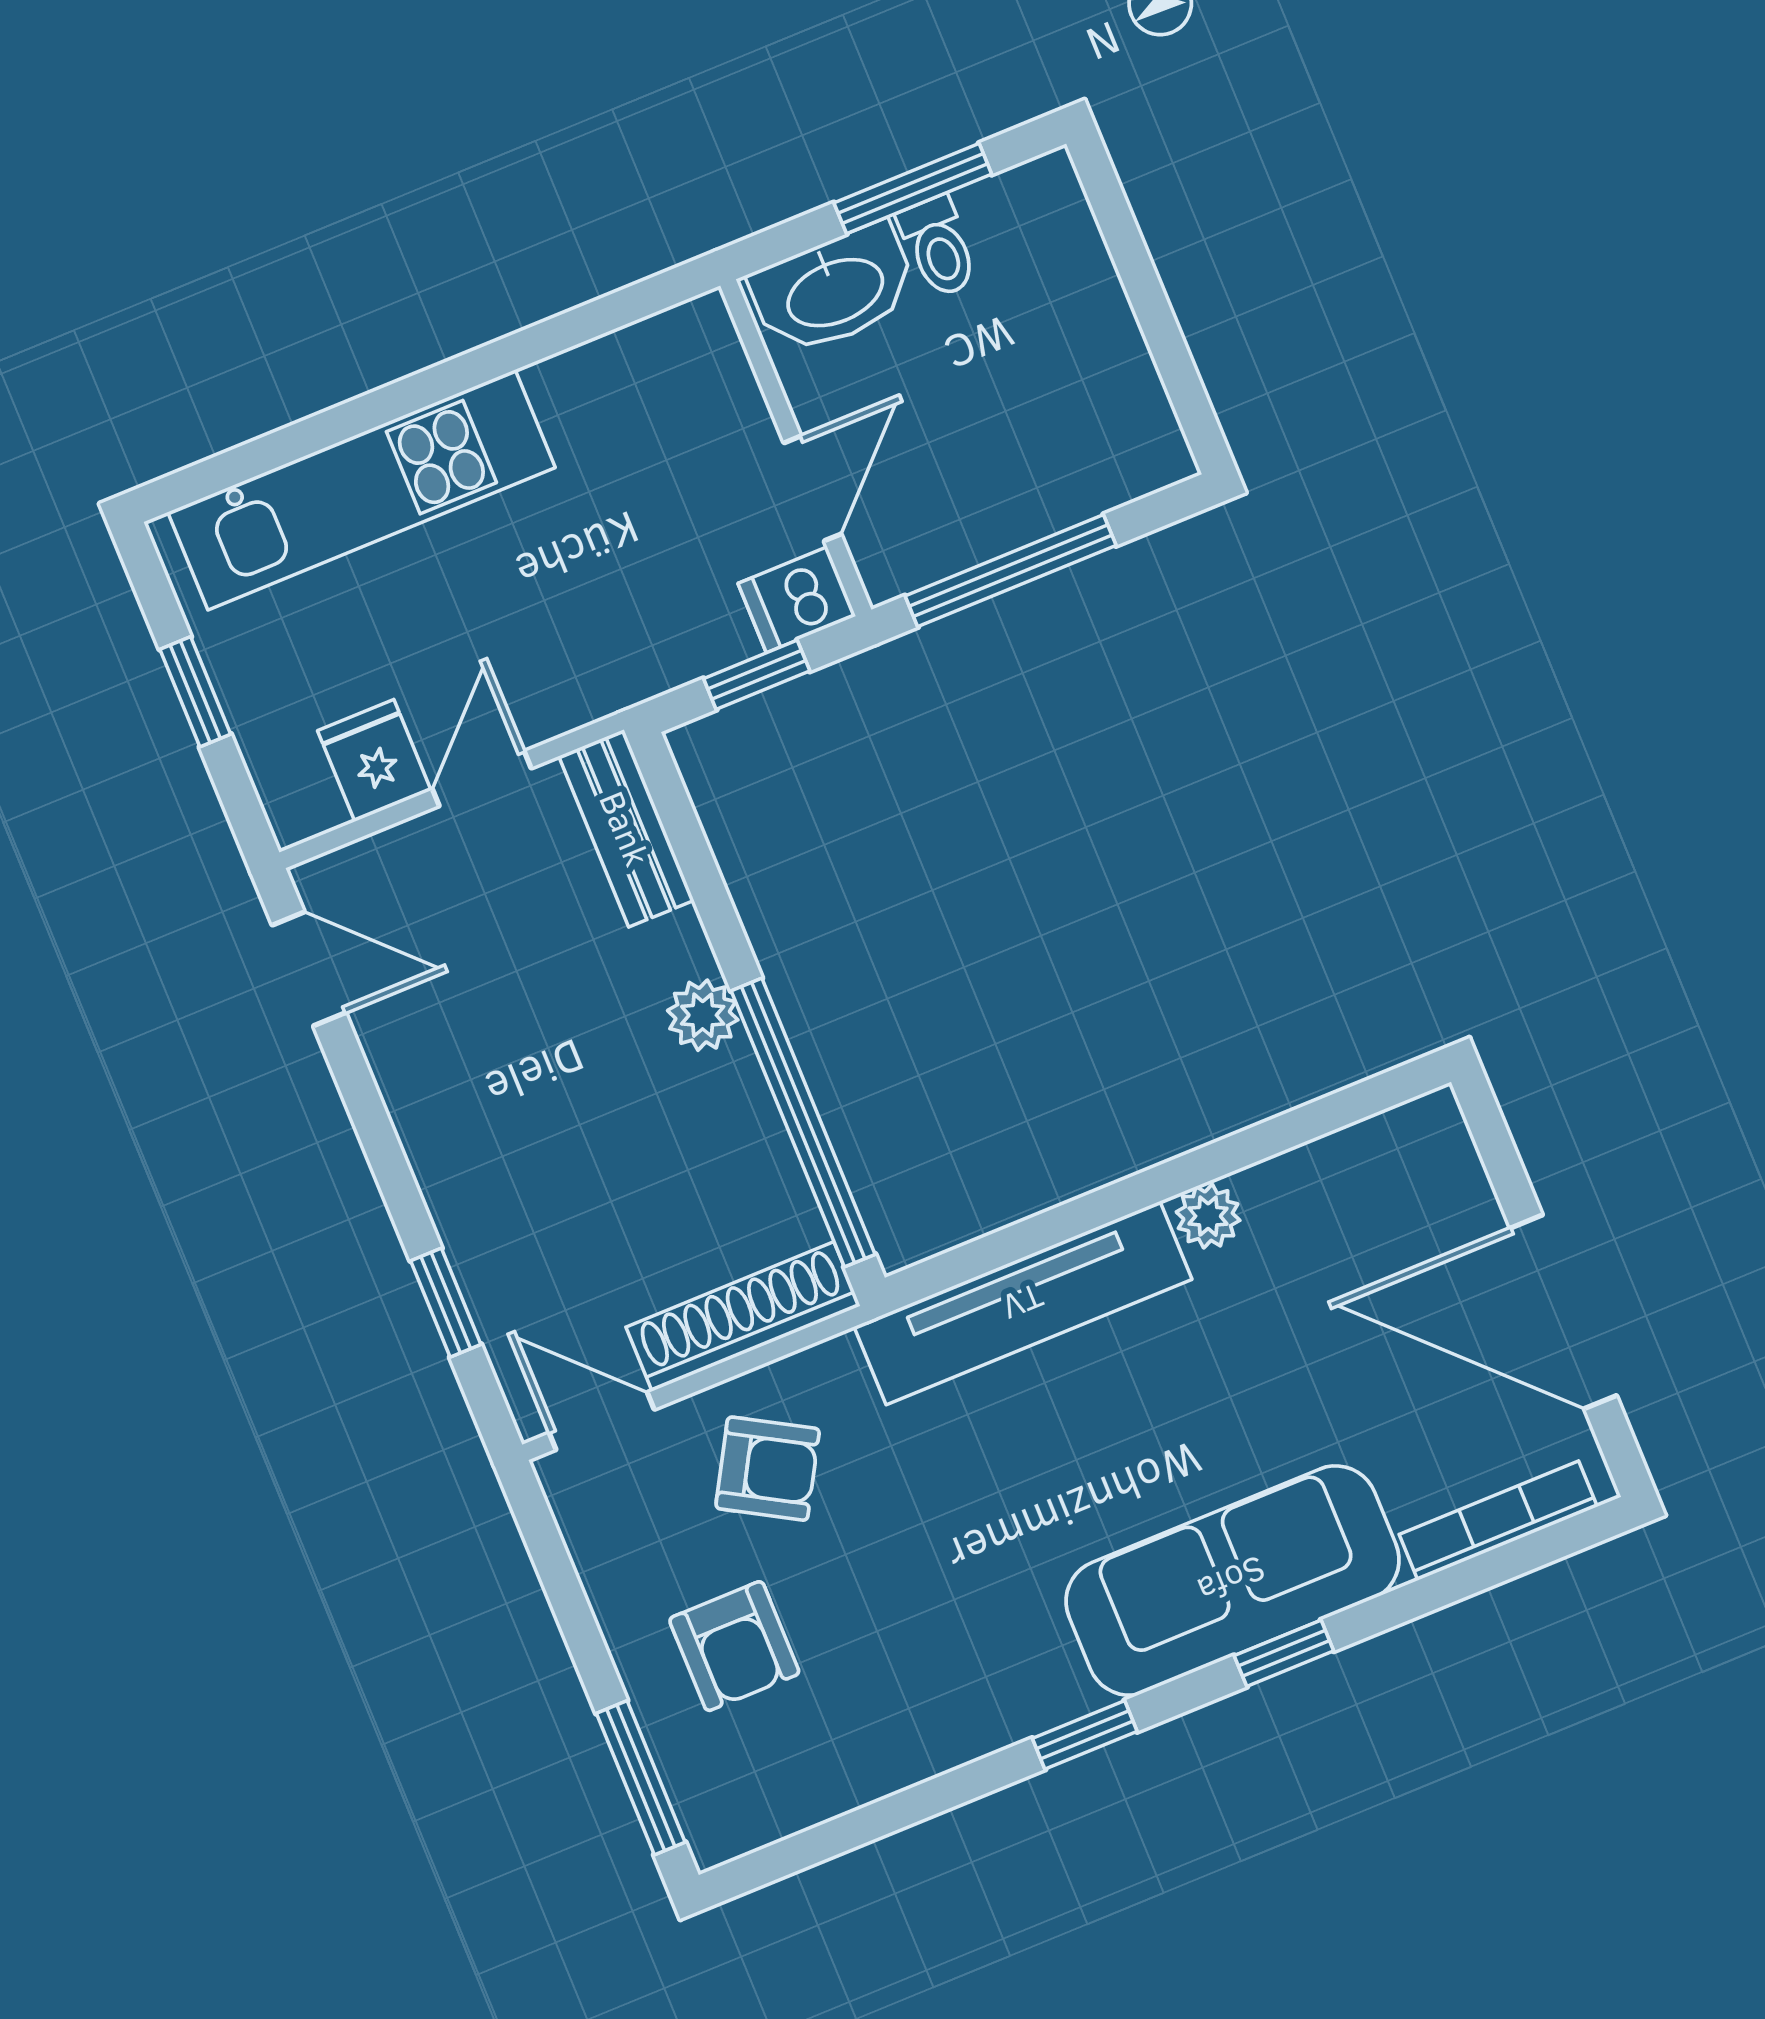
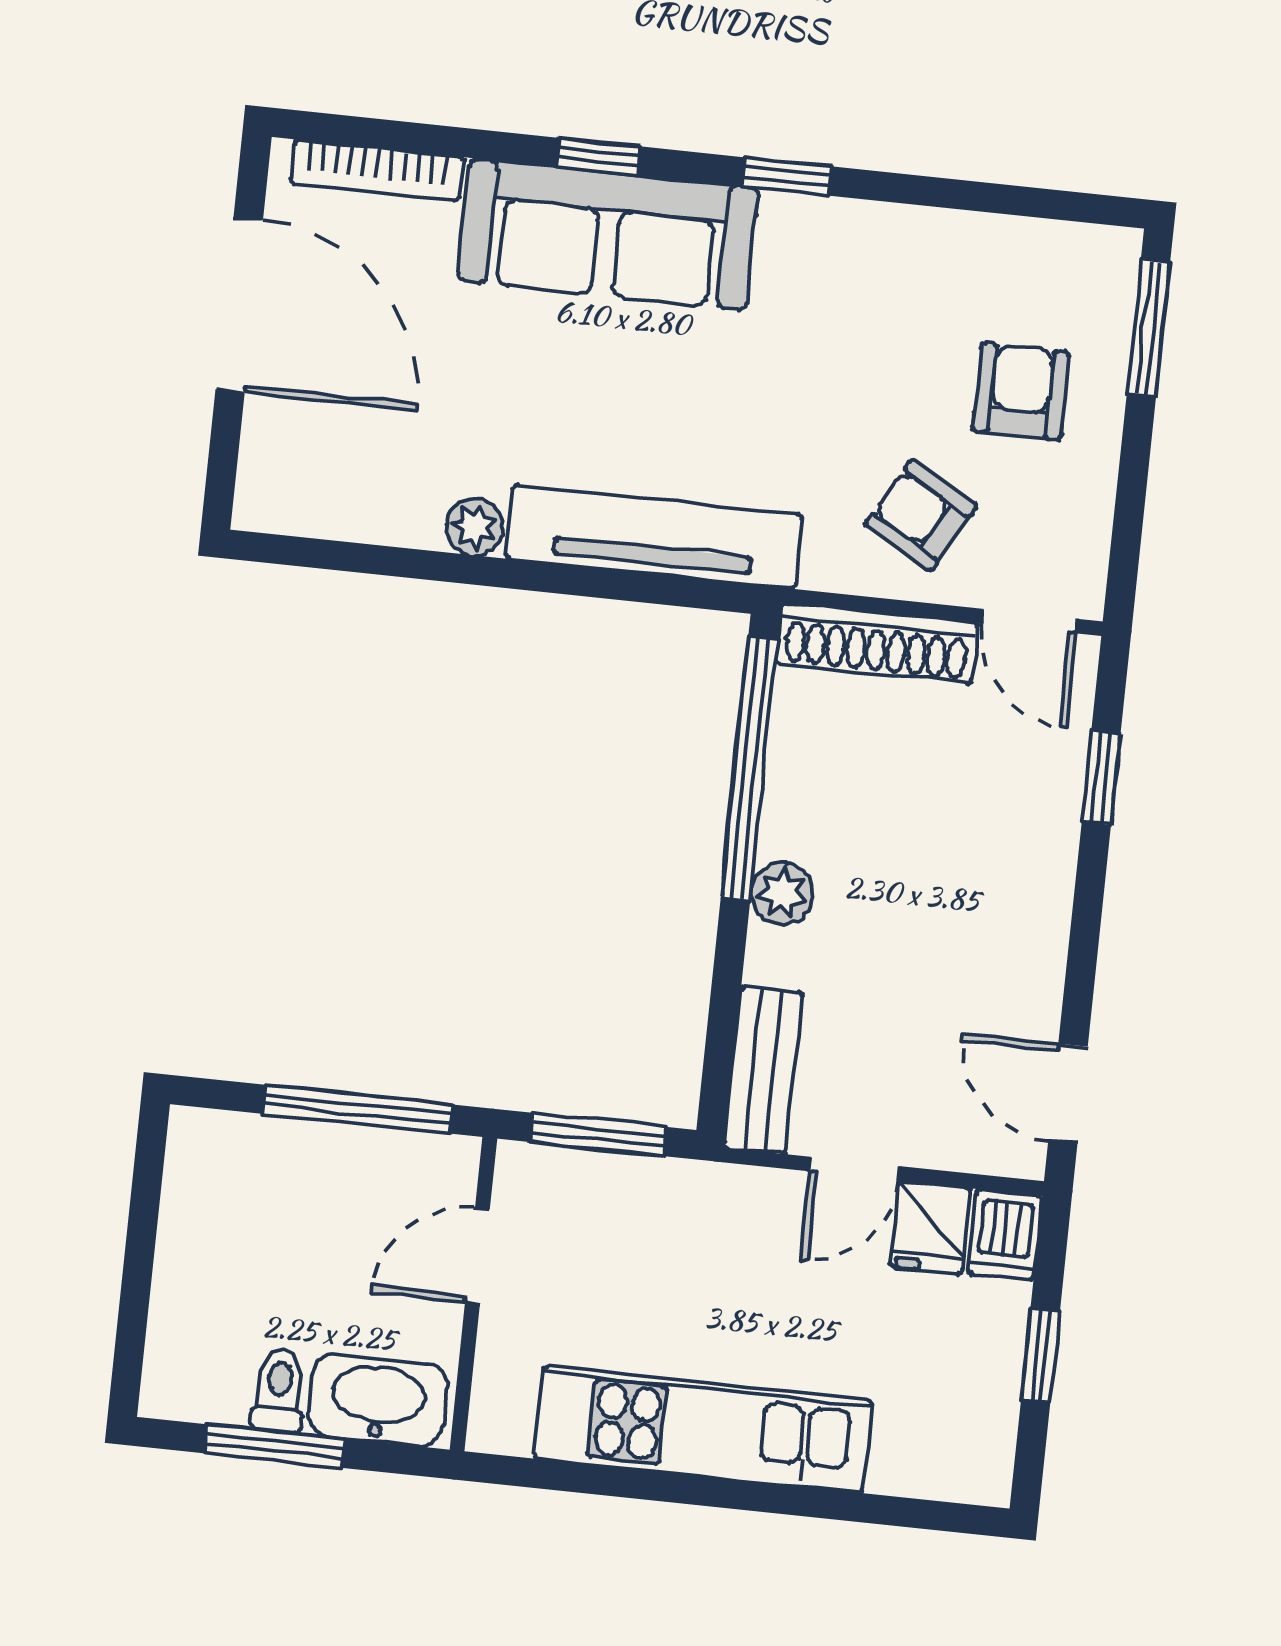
kitchen unit: (362, 490) -> (703, 1430), moved
dishwasher: (797, 600) -> (1005, 1235), moved, turned 90
window: (757, 675) -> (598, 1134), width x1.50

